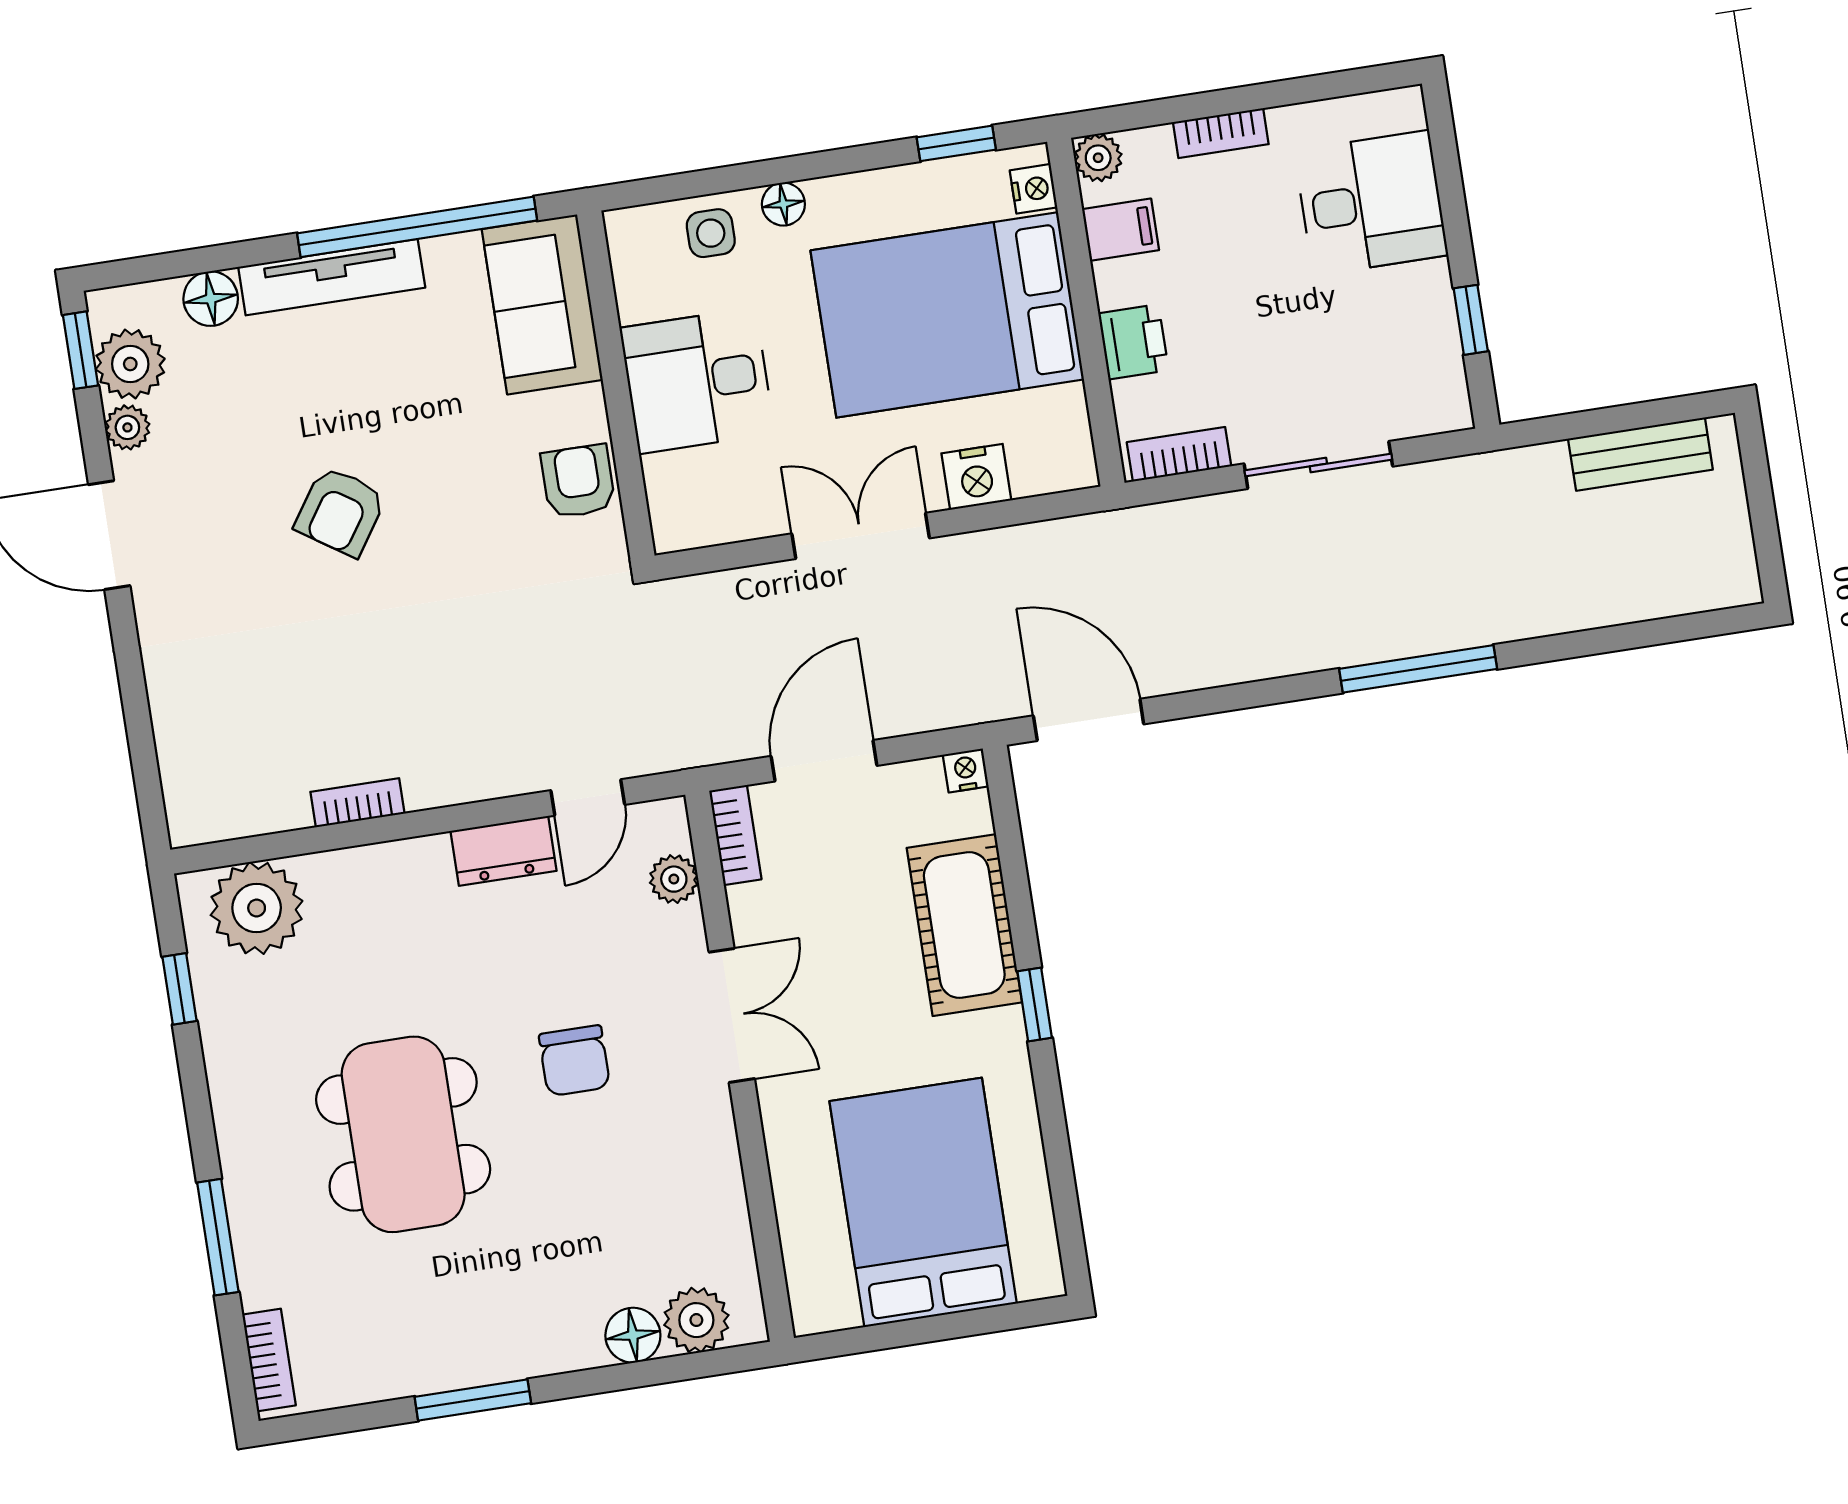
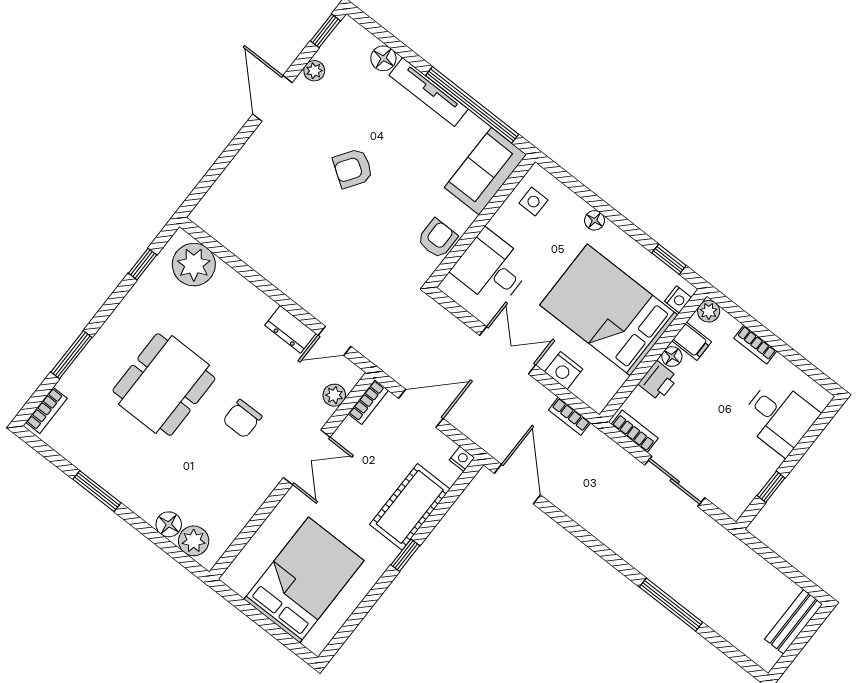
side table: (711, 233) -> (533, 202), moved
floor lamp: (1116, 284) -> (672, 357), added
plant: (130, 364) -> (336, 52), removed
desk: (697, 381) -> (491, 268), moved
bench: (1640, 454) -> (794, 622), moved, turned 90
window: (1418, 669) -> (671, 605), moved
bookcase: (357, 803) -> (570, 416), moved, turned 180

